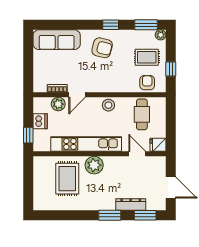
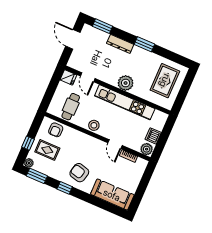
window: (171, 69) -> (28, 143), moved
door: (77, 95) -> (115, 144), swing flipped
plant: (58, 104) -> (147, 149), moved
window: (28, 135) -> (167, 129), removed
rug: (67, 179) -> (165, 81), moved
dresser: (131, 204) -> (120, 44), moved
window: (110, 215) -> (144, 44), moved

